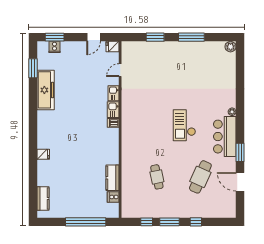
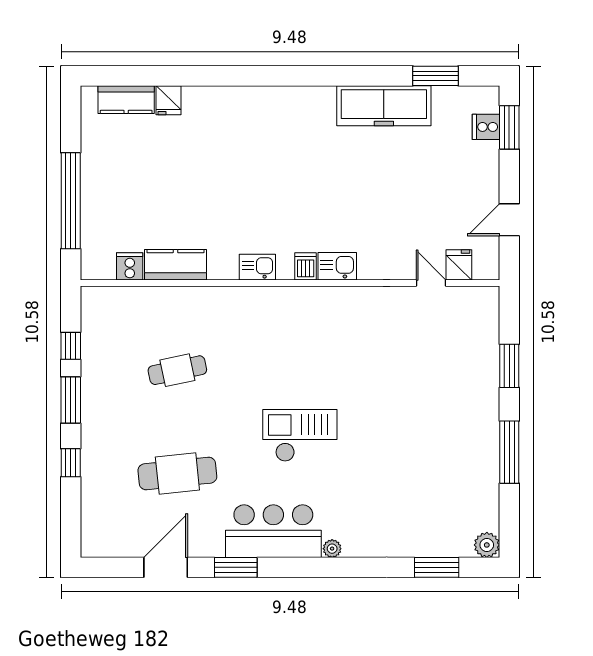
door: (94, 37) -> (509, 220), hinge flipped
fridge: (113, 47) -> (459, 265), moved
window: (240, 68) -> (437, 567), added
kitchen sink: (113, 93) -> (257, 267), moved
fridge: (43, 154) -> (168, 100), moved
cafe table: (200, 177) -> (177, 473), turned -30

